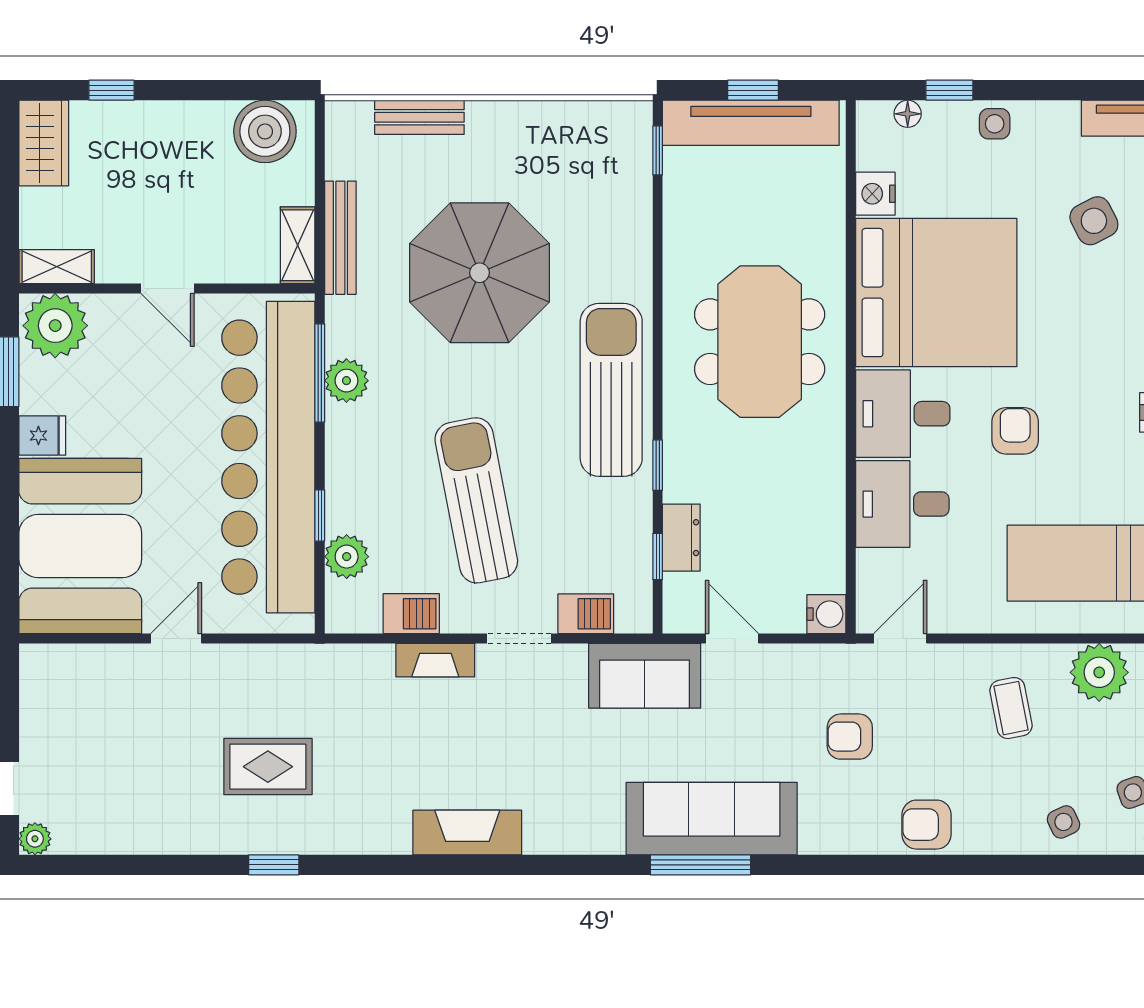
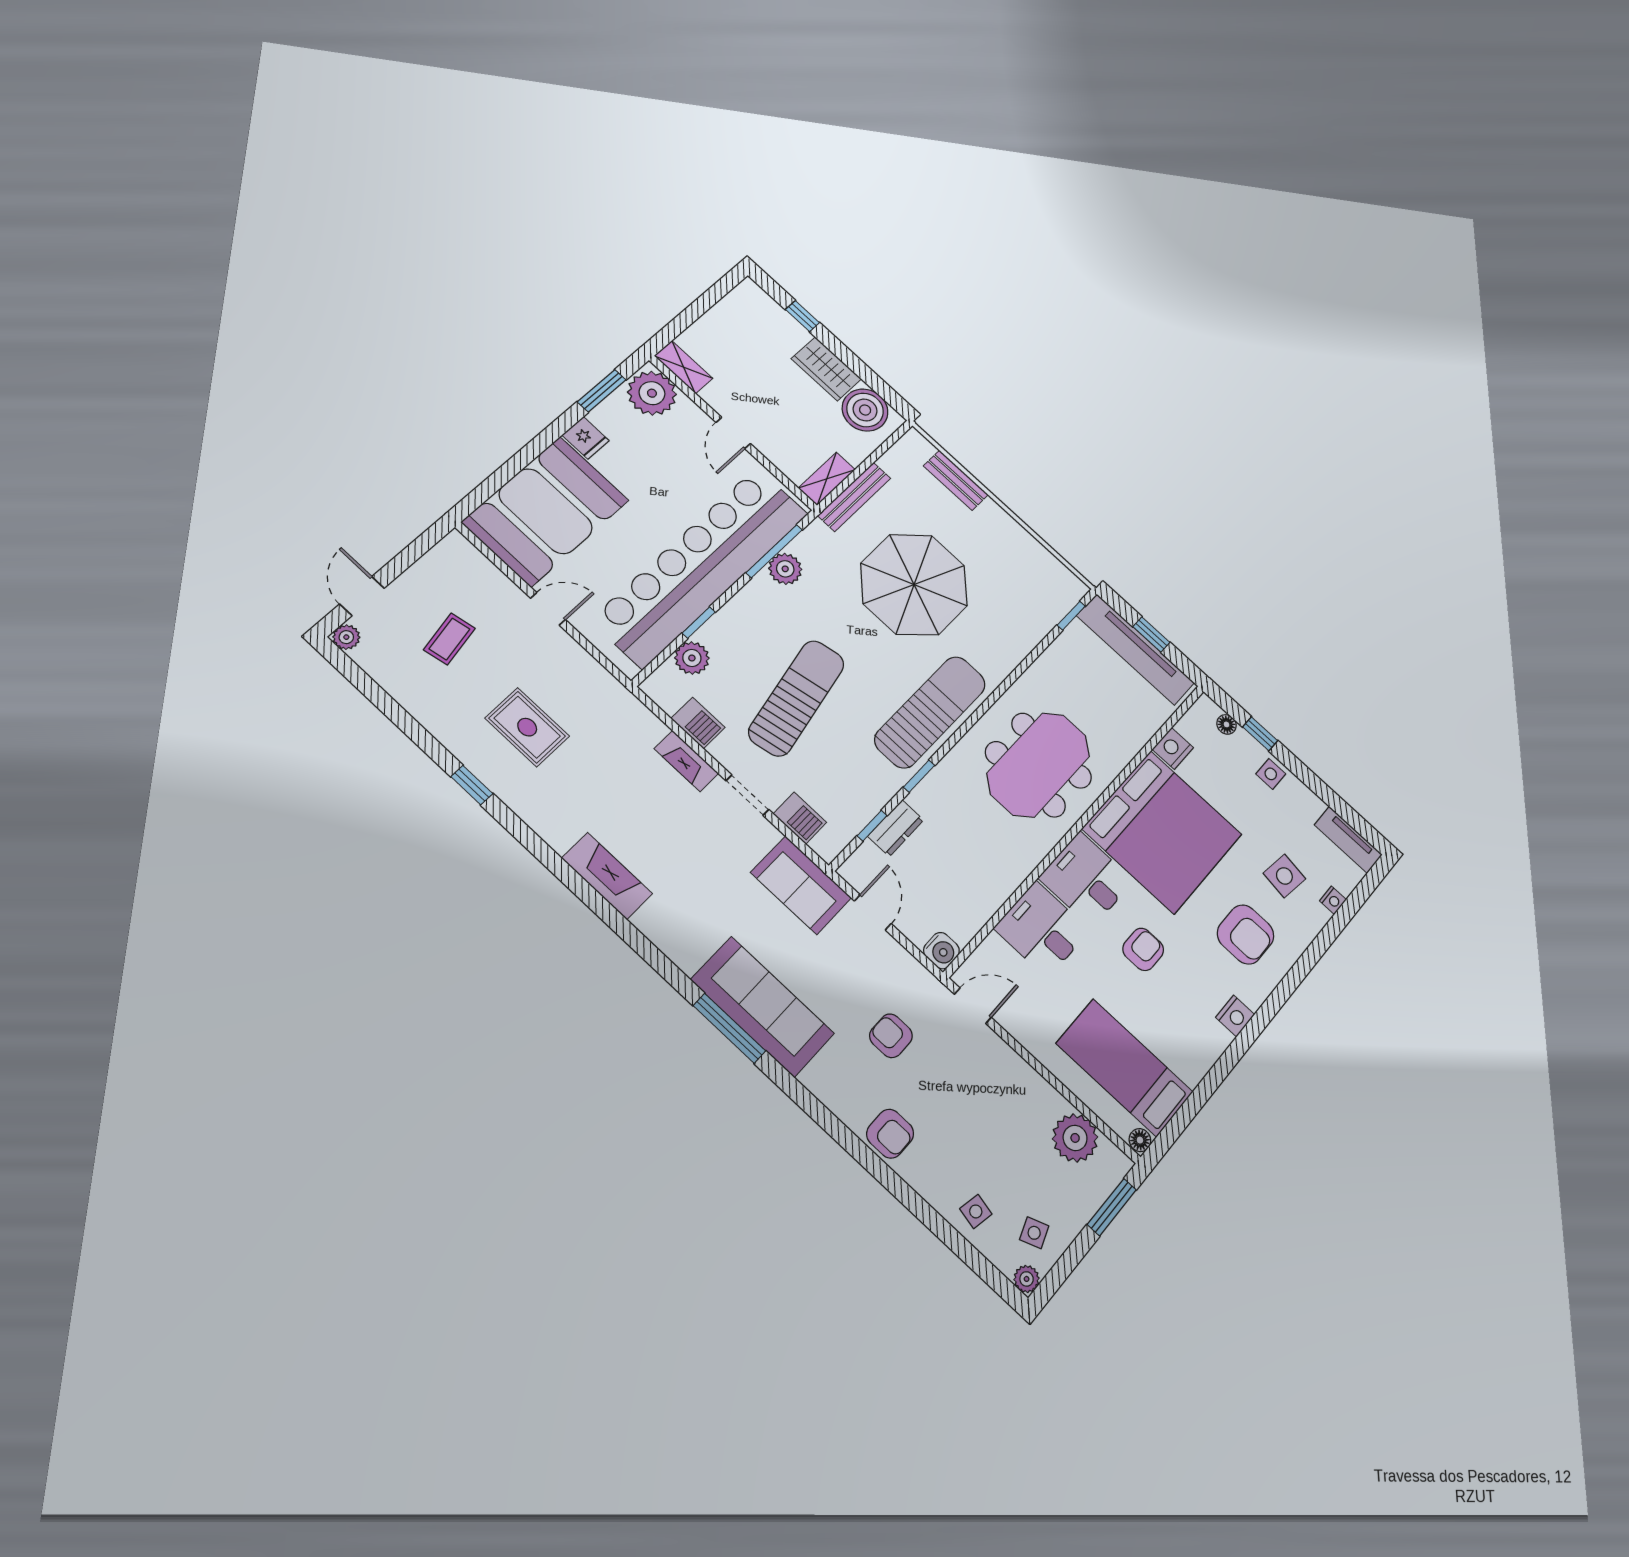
wardrobe: (44, 143) -> (826, 369), moved, turned 90
side table: (1094, 221) -> (1284, 876), turned 35
armchair: (1103, 320) -> (1246, 934), added
coffee table: (1011, 708) -> (449, 639), moved
side table: (1063, 822) -> (976, 1211), turned 37
armchair: (927, 825) -> (890, 1134), turned 180

